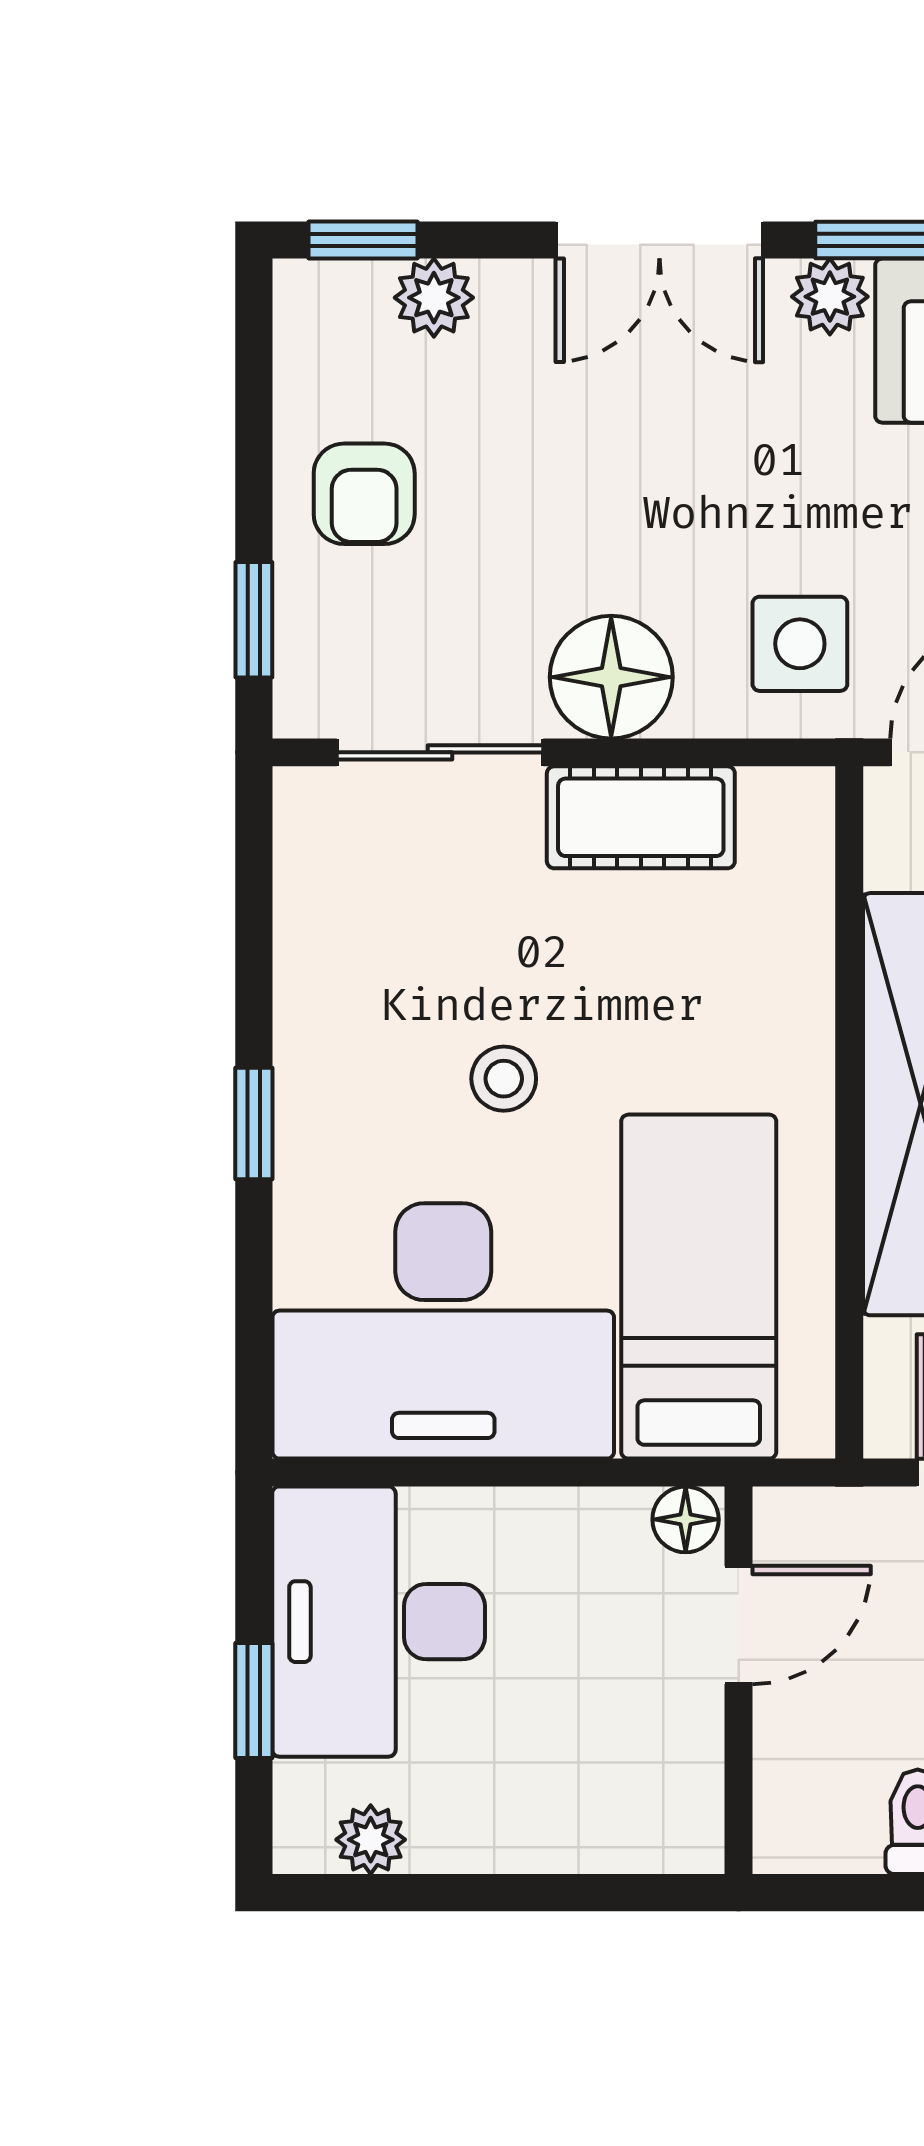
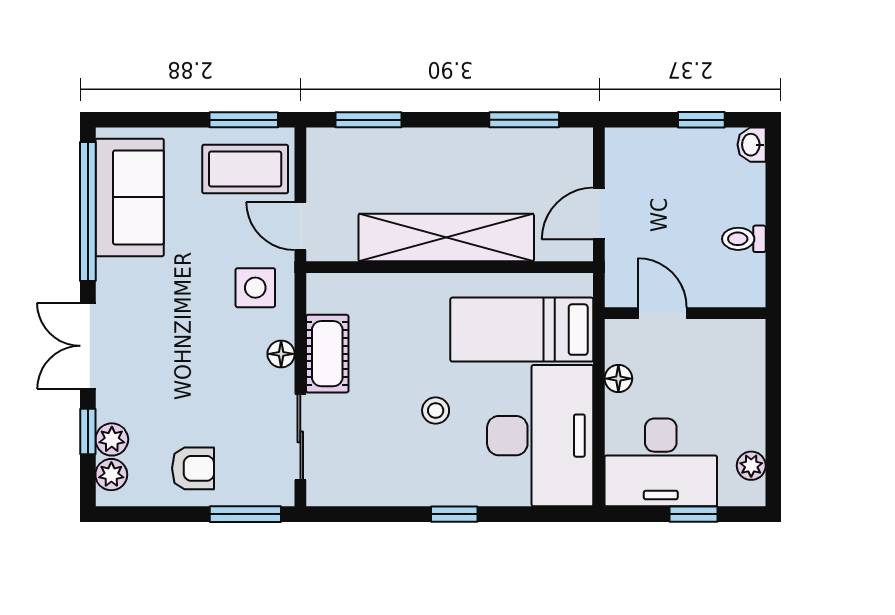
window: (363, 240) -> (88, 431), moved
double door: (659, 240) -> (88, 346), swing flipped
plant: (830, 297) -> (111, 475), moved
window: (254, 620) -> (245, 514), width x1.50
floor lamp: (611, 677) -> (281, 354), width x0.53, depth x0.53
floor lamp: (686, 1519) -> (618, 379), moved

